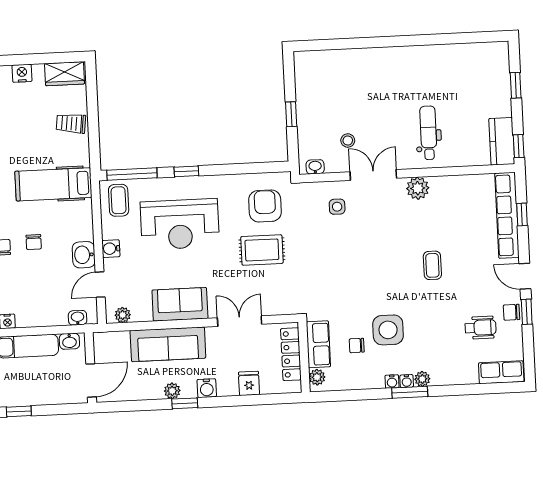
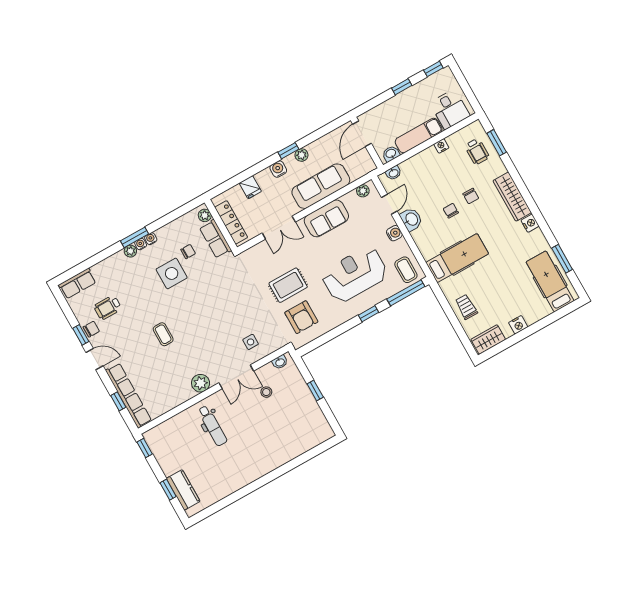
trolley: (71, 123) -> (466, 307), turned -97
kitchen counter: (502, 141) -> (183, 490), moved

